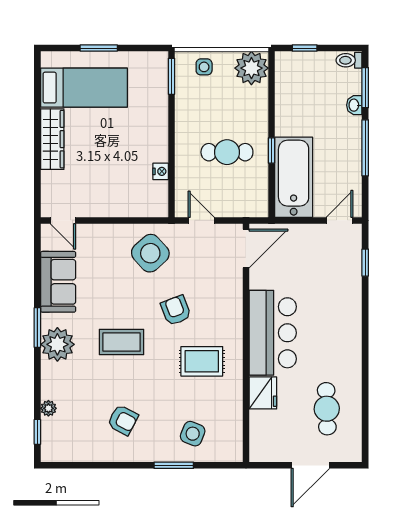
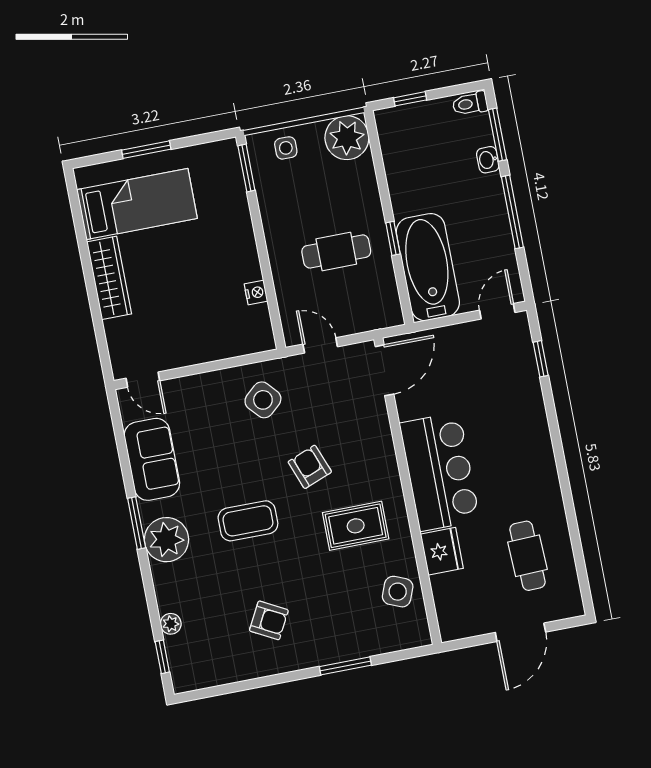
side table: (150, 253) -> (263, 400), width x0.73, depth x0.73
side table: (193, 434) -> (398, 592), moved

